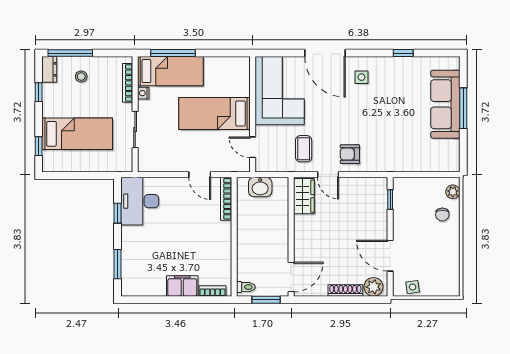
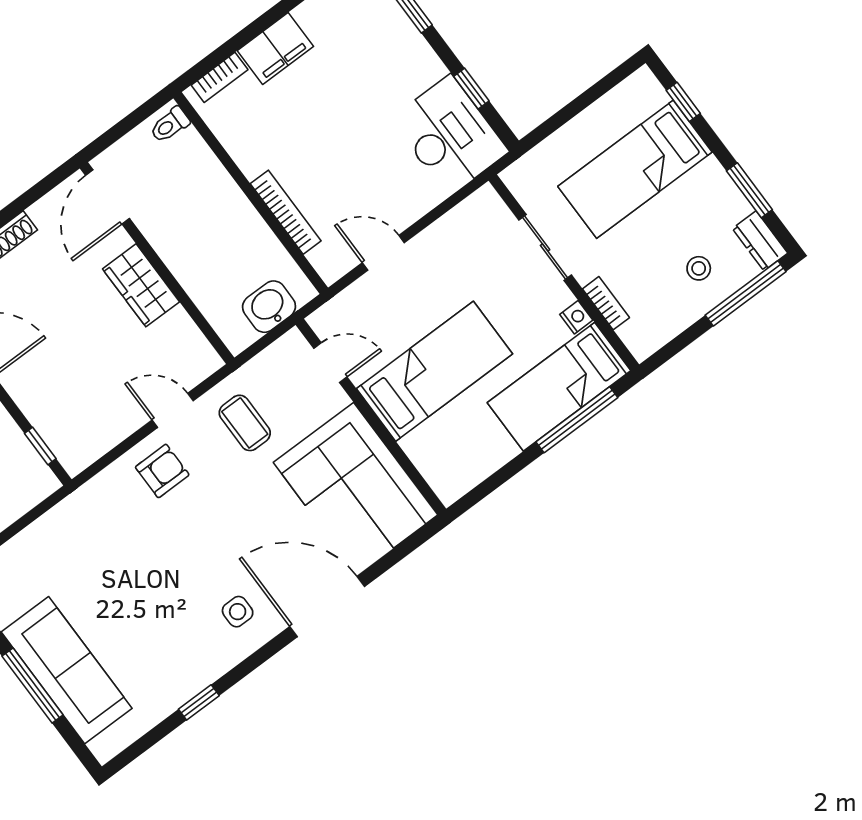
bookcase: (128, 83) -> (606, 303), width x0.64
window: (39, 92) -> (749, 190), width x1.50
wardrobe: (304, 196) -> (141, 285), moved
bookcase: (226, 199) -> (286, 212), moved
window: (266, 300) -> (121, 129), removed

